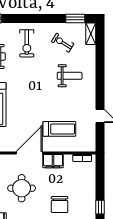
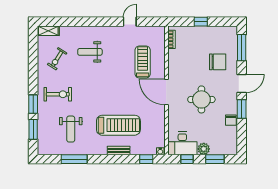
window: (75, 18) -> (33, 104), moved
weight bench: (70, 76) -> (90, 52), turned -90
filing cabinet: (53, 161) -> (175, 68), removed
window: (100, 207) -> (201, 22), moved

